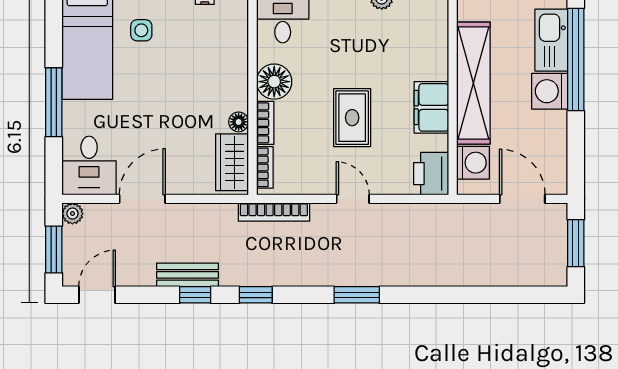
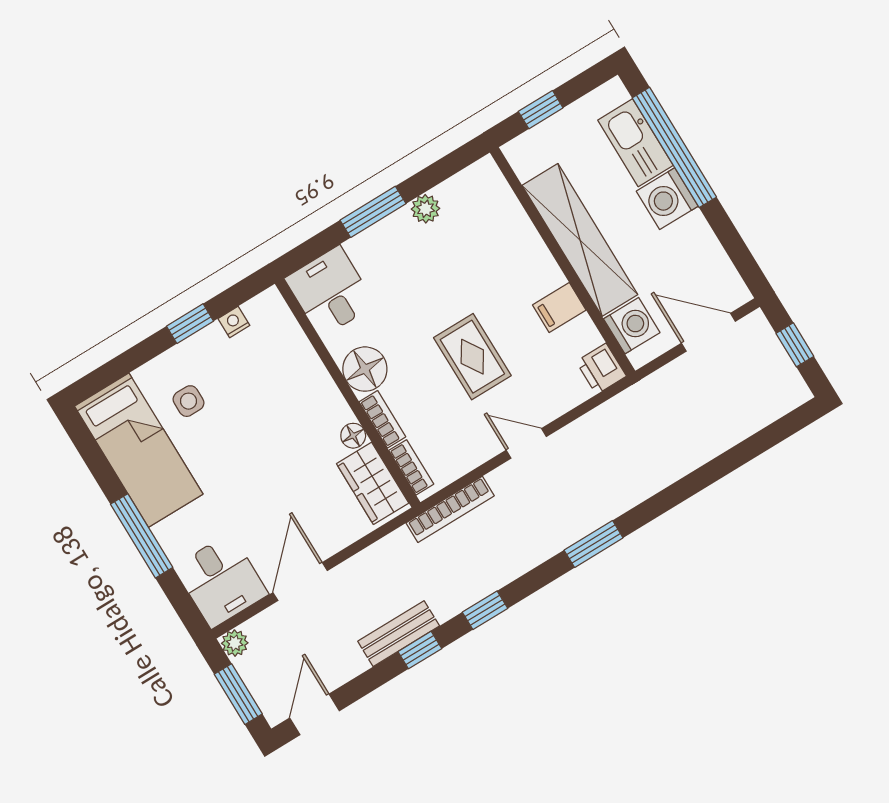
filing cabinet: (431, 107) -> (559, 308), width x0.50
printer: (431, 174) -> (601, 369), width x0.73, depth x0.81
window: (576, 243) -> (795, 345), width x0.67

